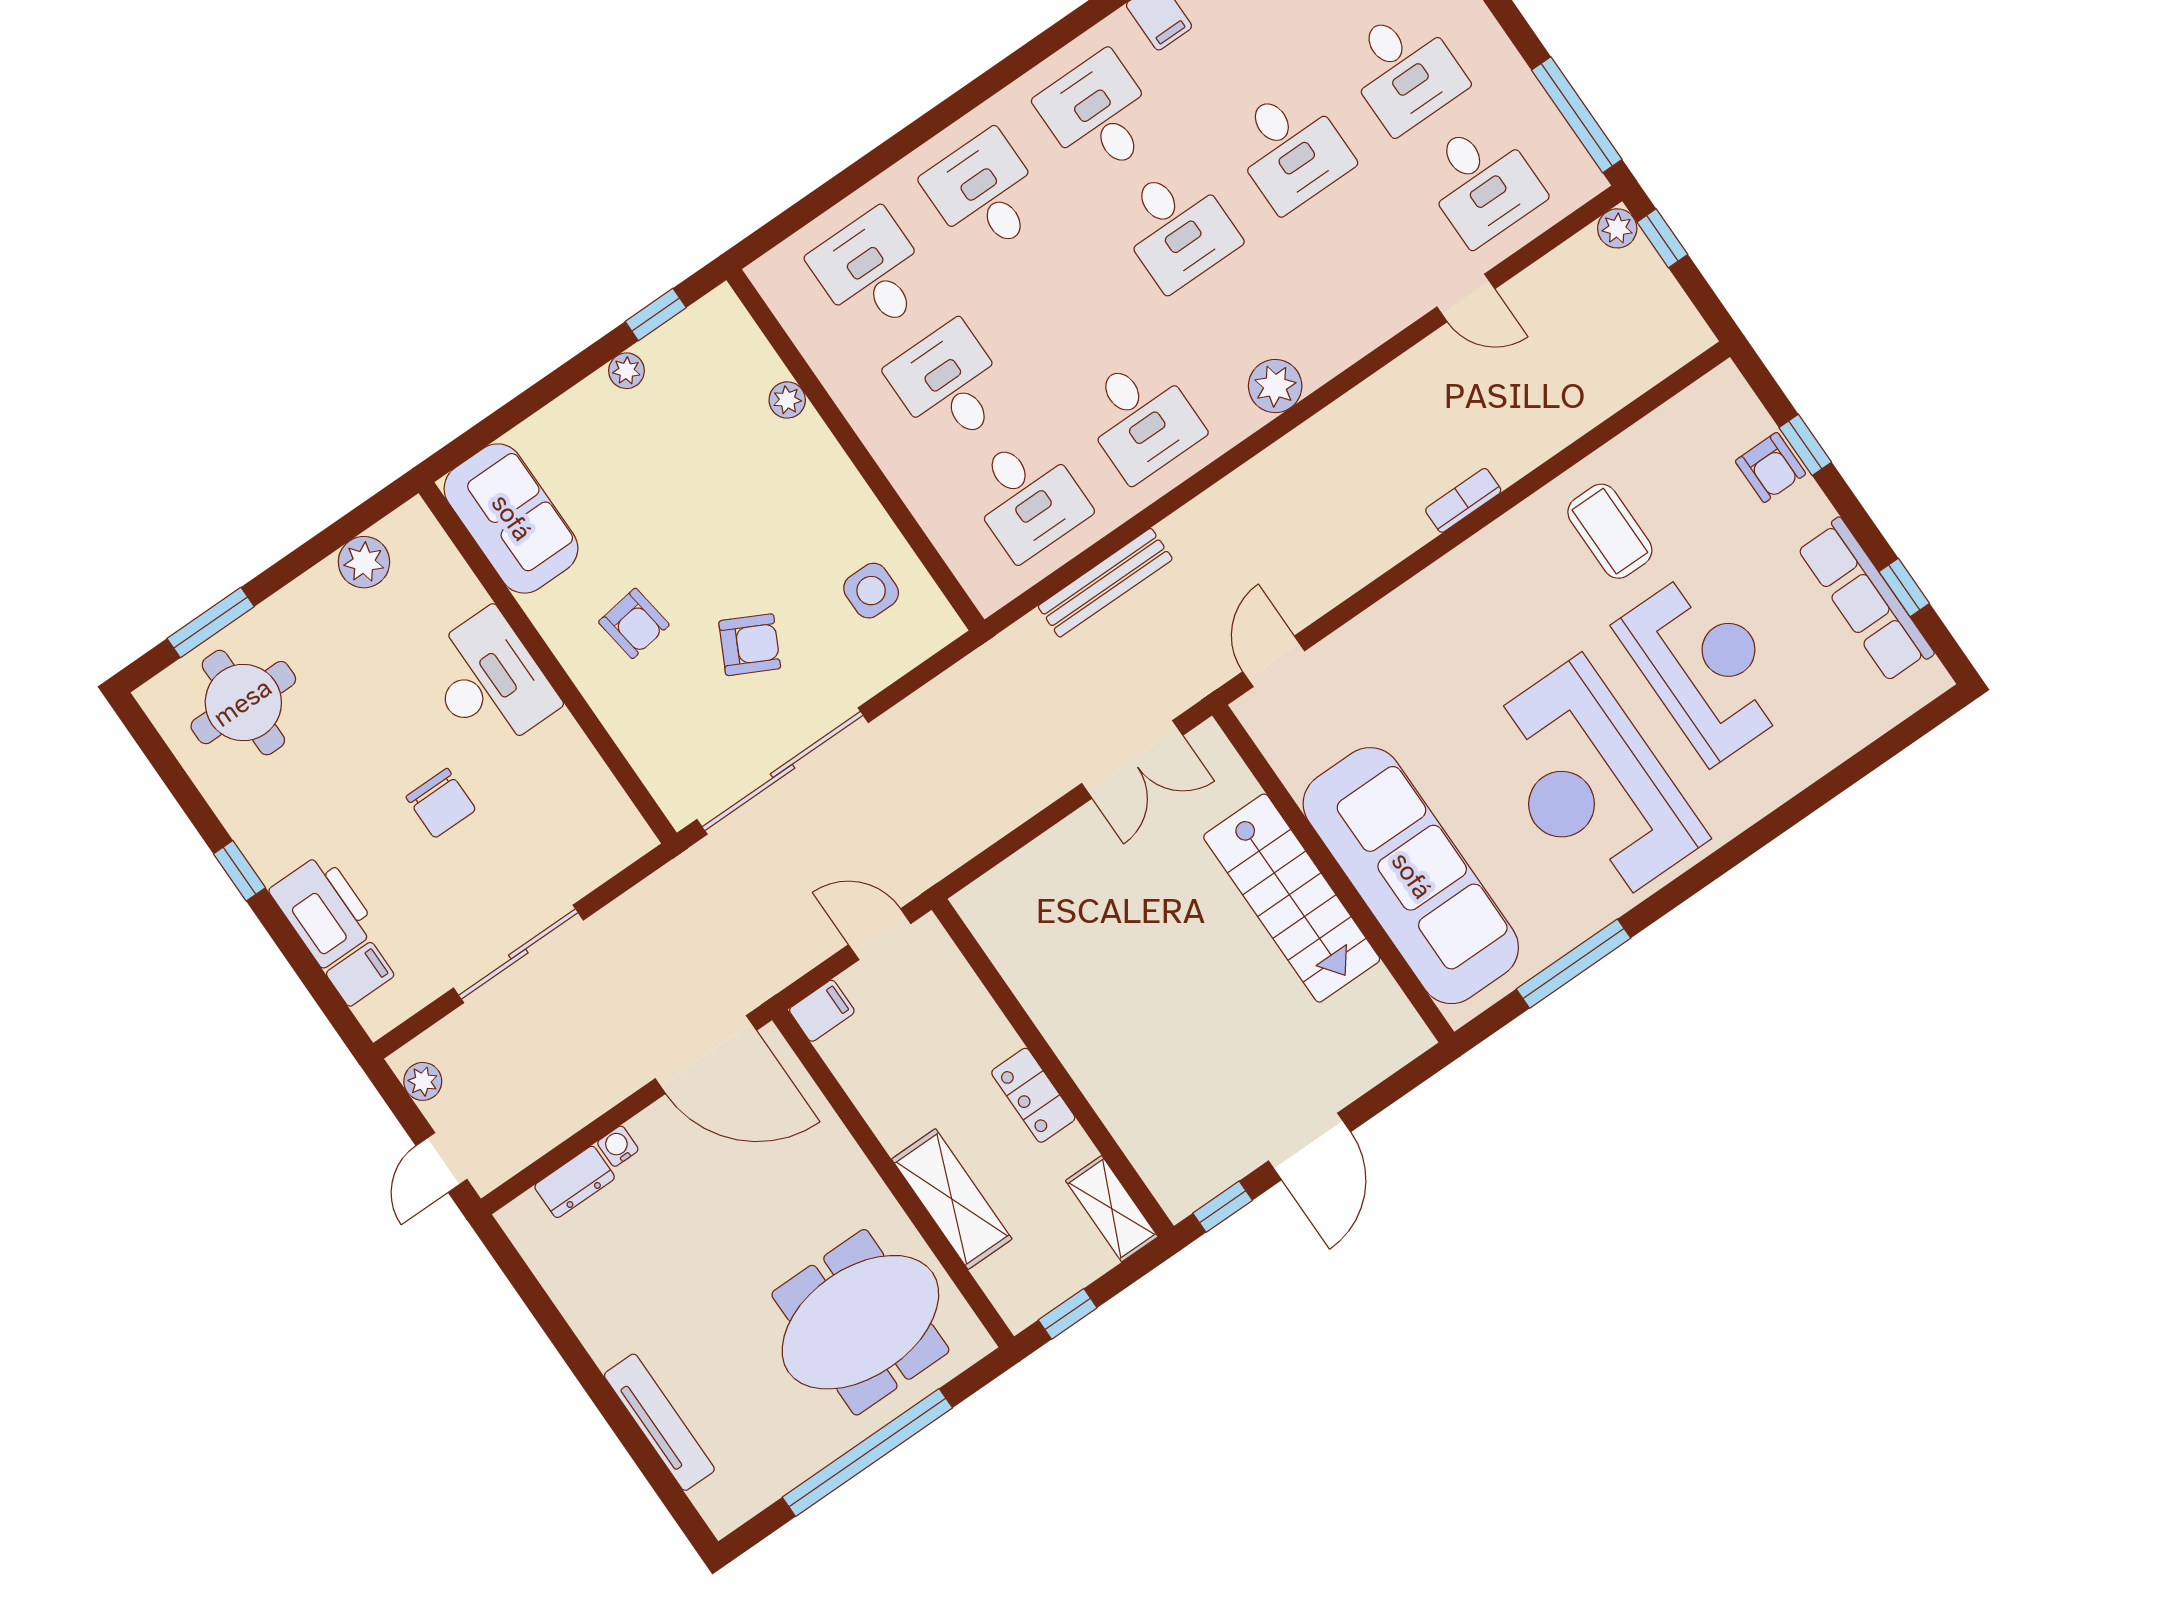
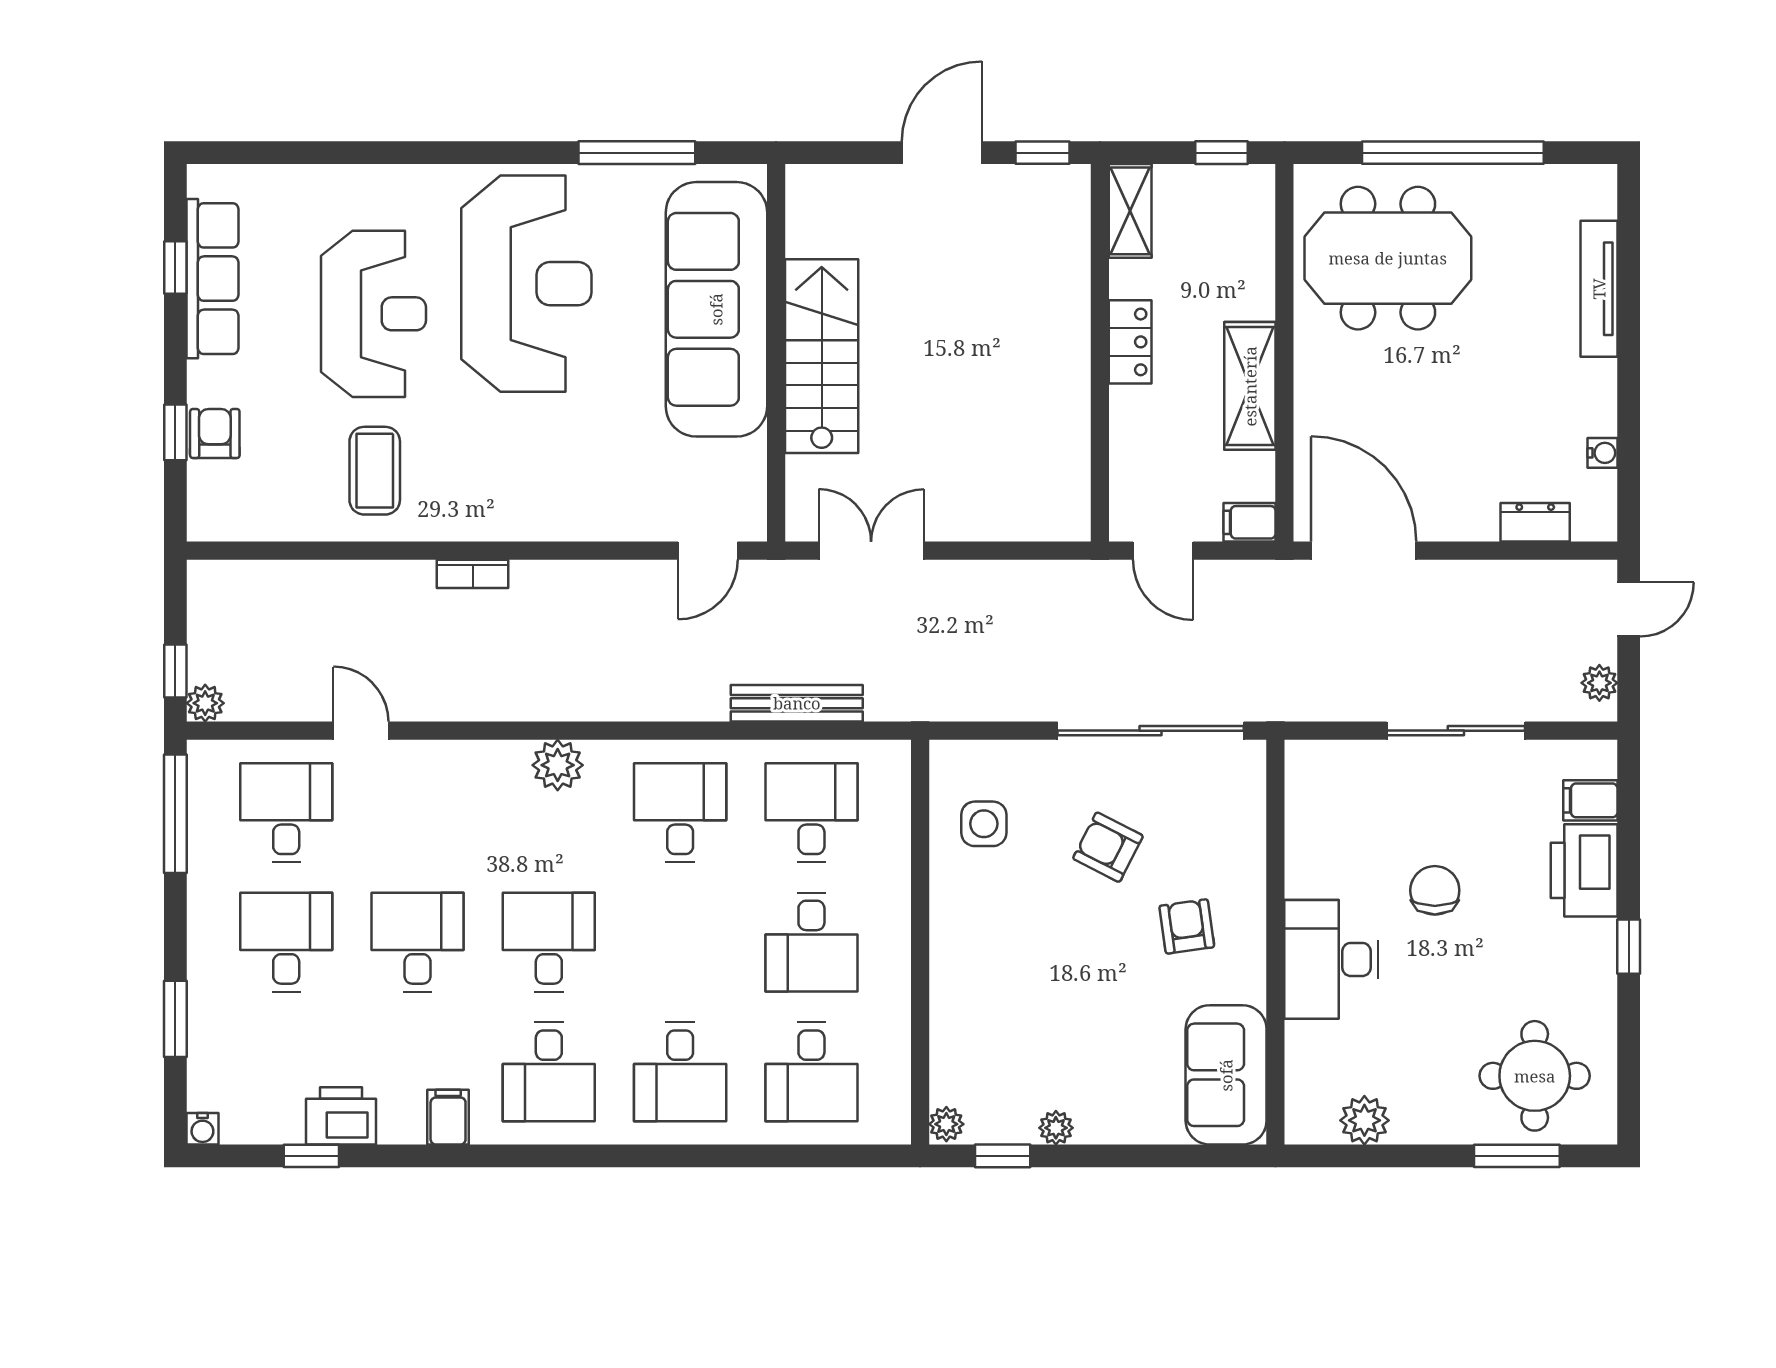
plant: (787, 400) -> (946, 1124), moved
reception desk: (1705, 666) -> (373, 314), turned 180
water cooler: (618, 1146) -> (1602, 453), moved, turned -90
shelving: (952, 1199) -> (1250, 386), moved

